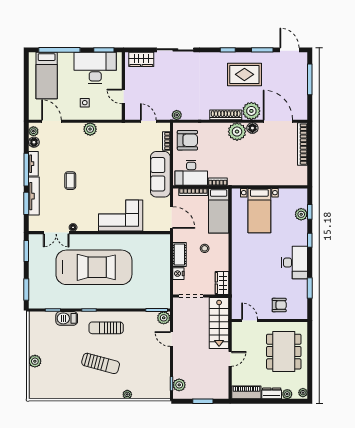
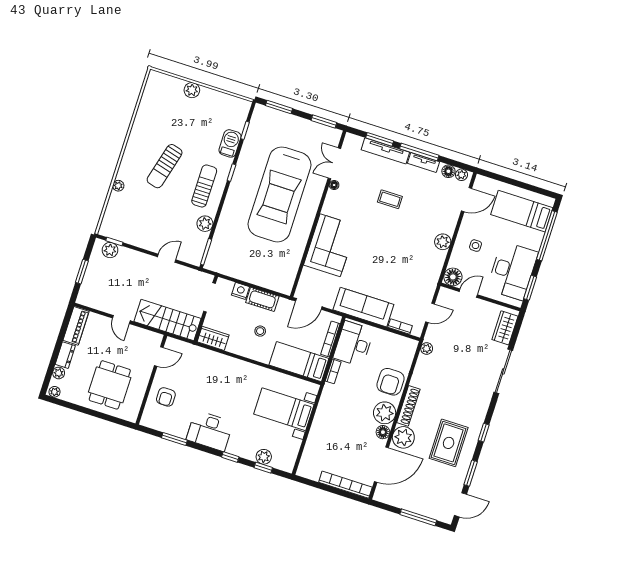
floor lamp: (115, 112) -> (453, 277), added
armchair: (187, 140) -> (390, 382), moved
plant: (164, 318) -> (205, 224), moved
dining table: (284, 352) -> (110, 385), width x0.73

